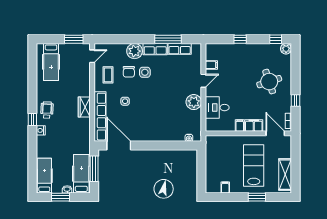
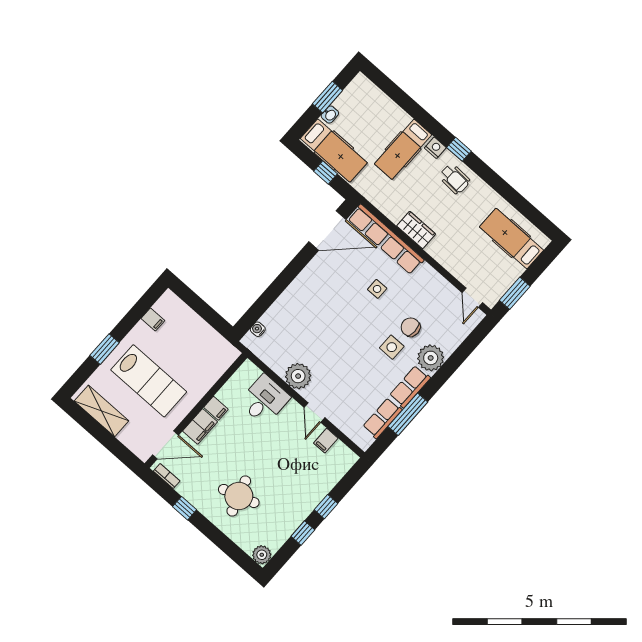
window: (276, 39) -> (303, 533), moved
coffee table: (108, 75) -> (430, 297), removed
window: (94, 169) -> (326, 172), width x0.46
hospital bed: (44, 176) -> (403, 149), moved, turned 90

